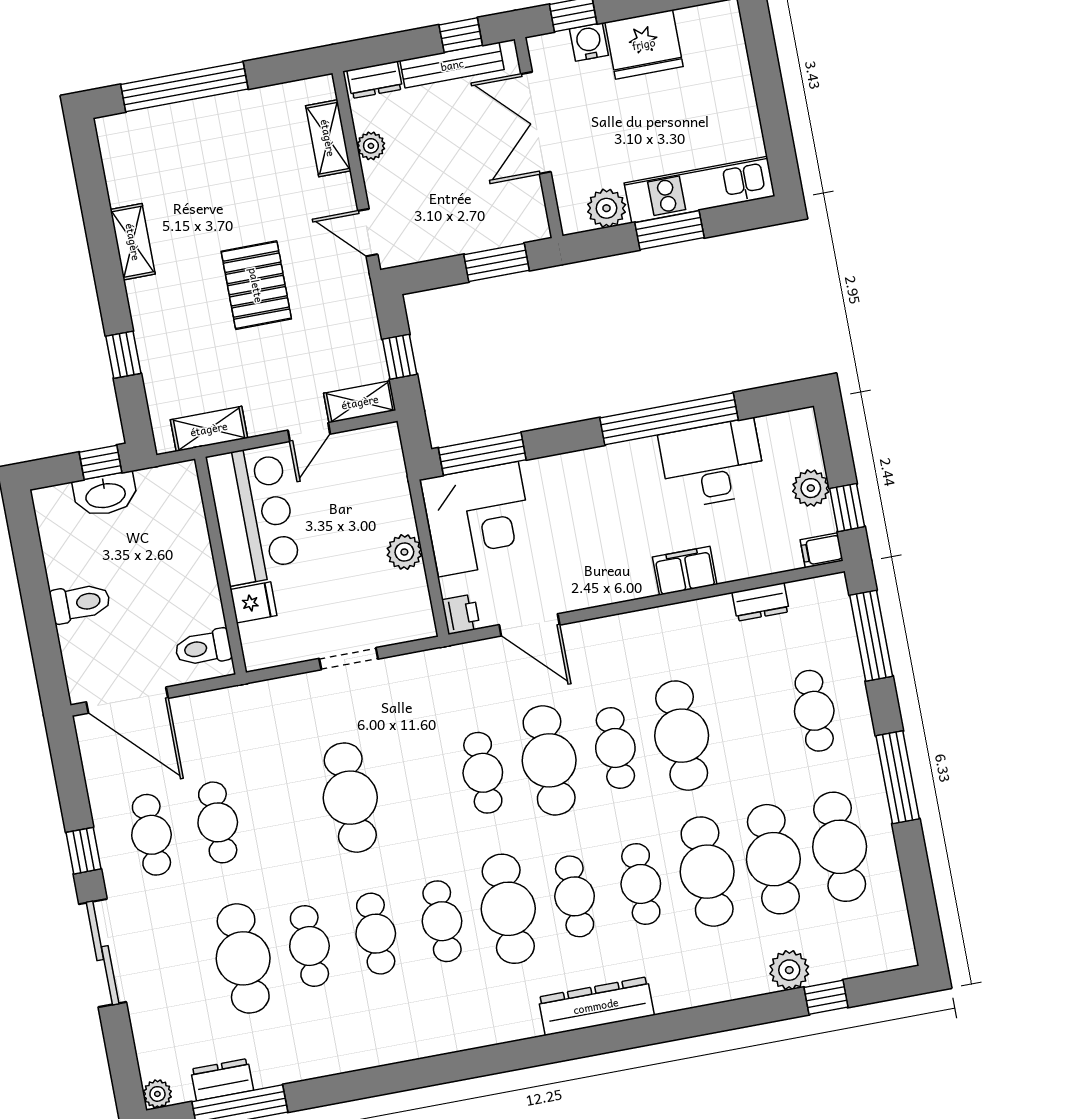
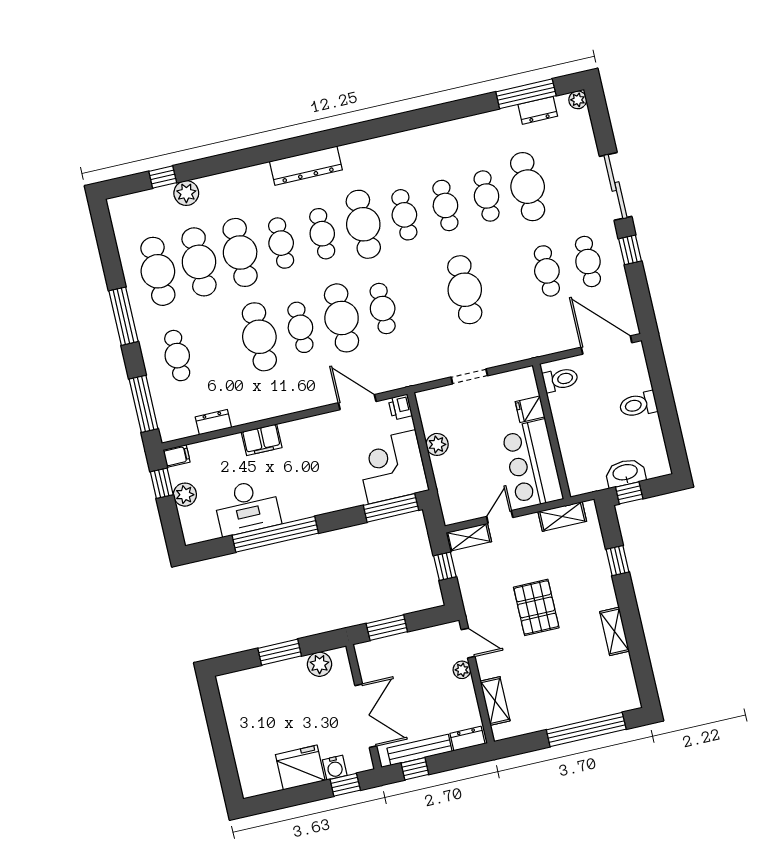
plant: (371, 146) -> (462, 670), moved
kitchen unit: (700, 190) -> (262, 678), removed

